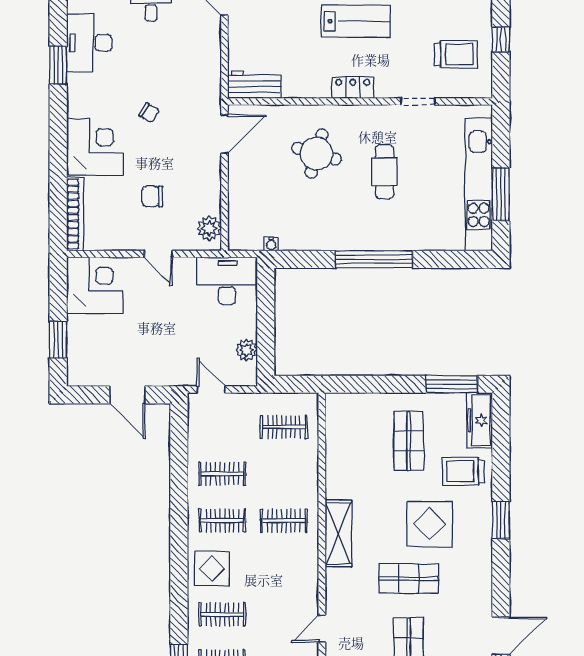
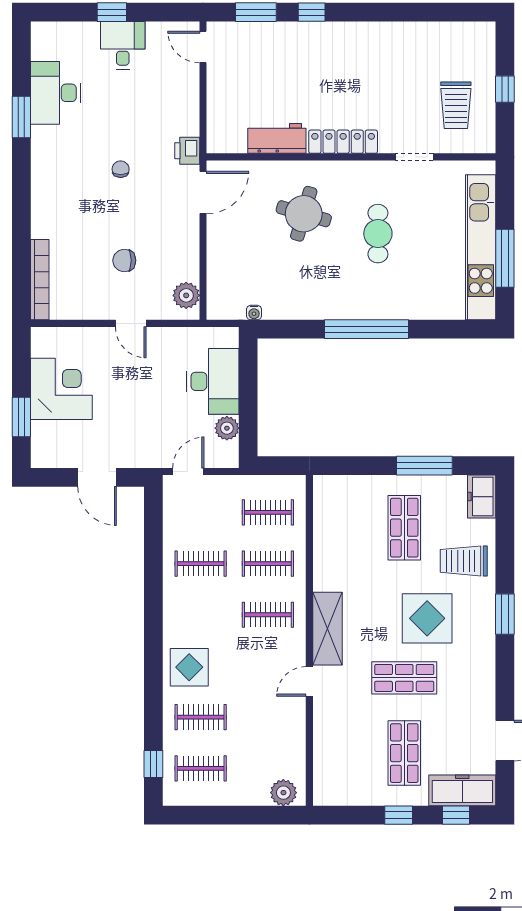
lab bench: (356, 21) -> (346, 69), removed
trolley: (456, 54) -> (456, 105), turned 90
workbench: (254, 85) -> (277, 138), moved
locker: (353, 88) -> (343, 142), width x1.53
printer: (210, 96) -> (187, 151), added
chair: (149, 113) -> (121, 169), turned -121
corner desk: (95, 147) -> (62, 206), removed
desk: (227, 281) -> (213, 381), moved, turned 90
corner desk: (95, 285) -> (61, 389), moved
window: (452, 384) -> (424, 466), moved
door: (211, 390) -> (188, 471), hinge flipped
freezer: (480, 420) -> (482, 497), width x0.71
clothes rail: (222, 521) -> (268, 564), moved
door: (322, 629) -> (309, 681), moved

